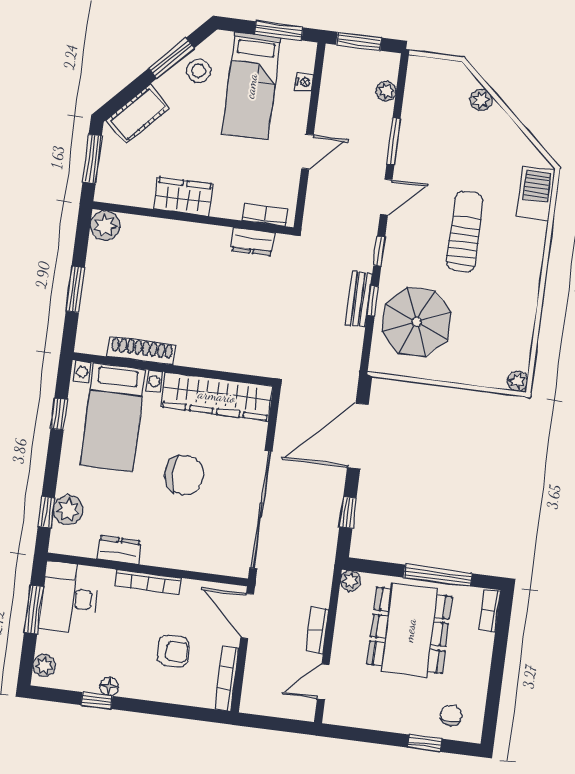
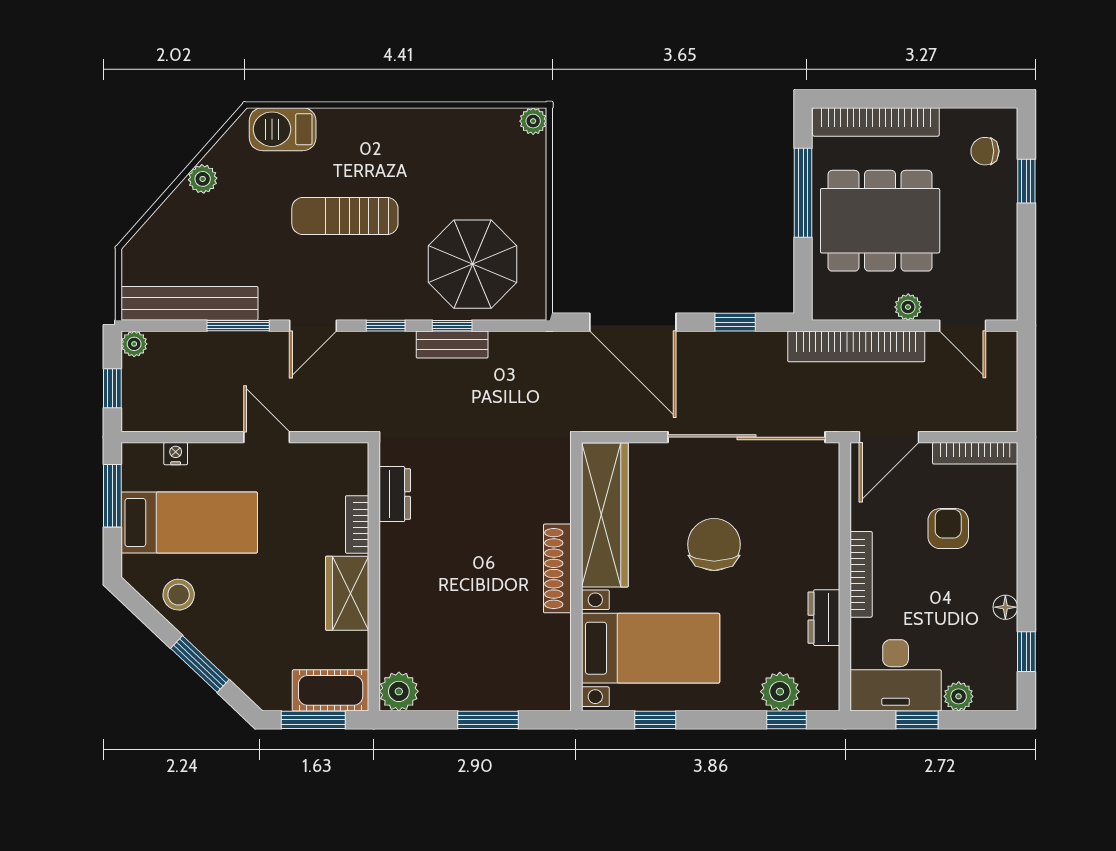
window: (359, 41) -> (112, 388), width x0.67
window: (171, 58) -> (200, 664), moved
plant: (386, 91) -> (134, 344), moved
plant: (481, 100) -> (203, 179), moved
bench: (415, 107) -> (189, 303), added
cot: (138, 114) -> (331, 690), moved, turned -43
door: (386, 197) -> (313, 326), swing flipped
bookcase: (265, 215) -> (357, 524), moved
shoe rack: (142, 351) -> (557, 568), moved
plant: (350, 581) -> (908, 307), moved
window: (34, 609) -> (917, 720), width x0.67
bookcase: (490, 610) -> (876, 122), width x2.31, depth x1.31
bookcase: (317, 630) -> (856, 346), width x2.31, depth x1.31
plant: (44, 665) -> (959, 696), moved
window: (97, 701) -> (1026, 652), moved

